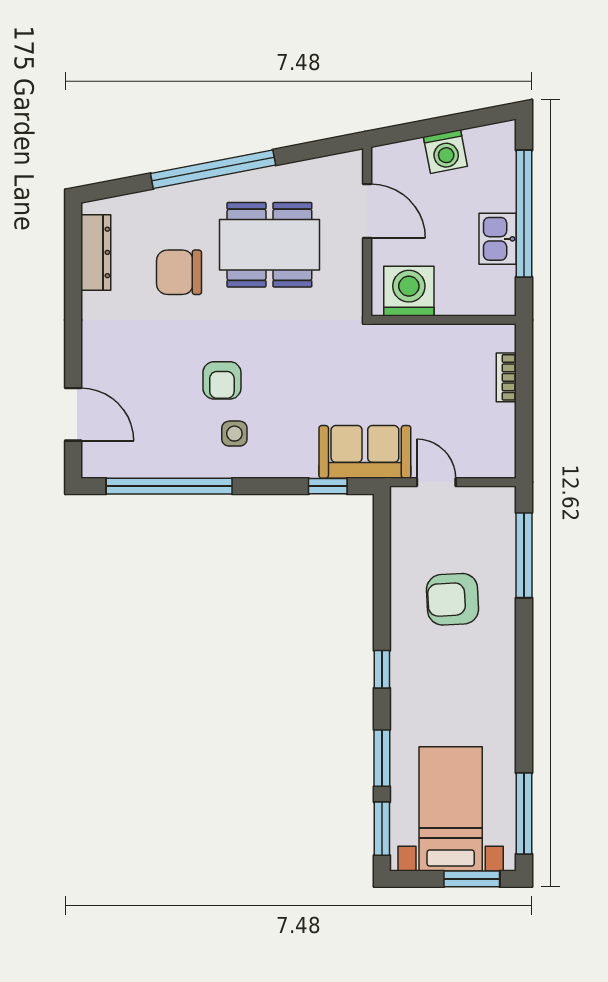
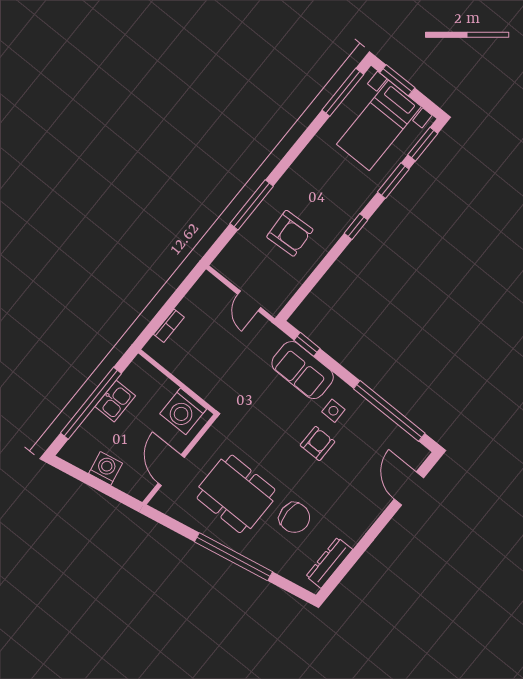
sofa: (365, 452) -> (303, 370), moved
window: (524, 555) -> (252, 205), moved

